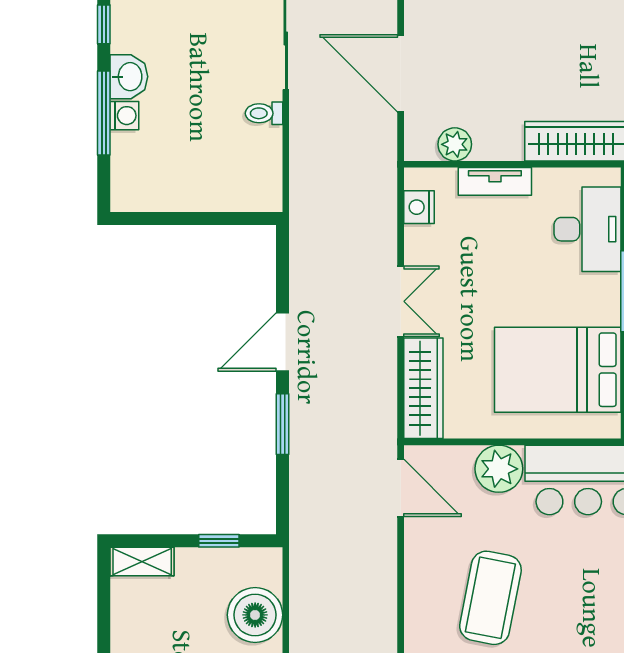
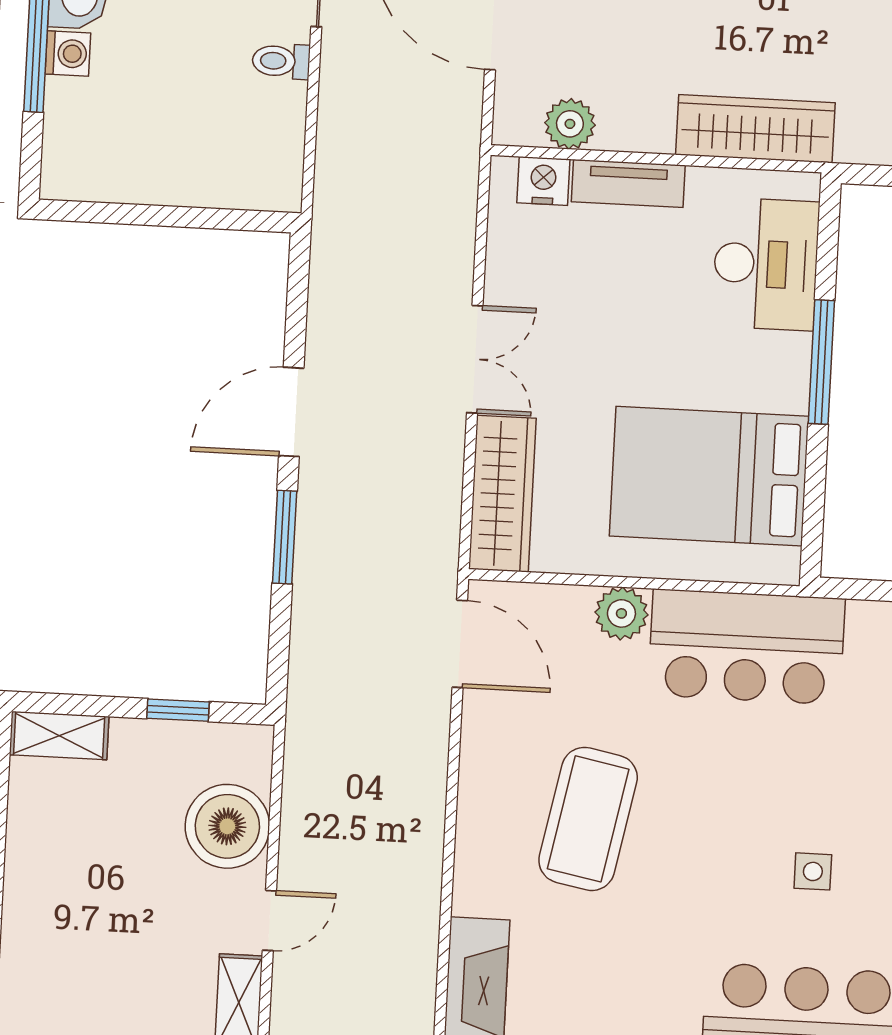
nightstand: (419, 207) -> (543, 181), moved, turned 90
plant: (499, 469) -> (621, 613), width x0.73, depth x0.73

